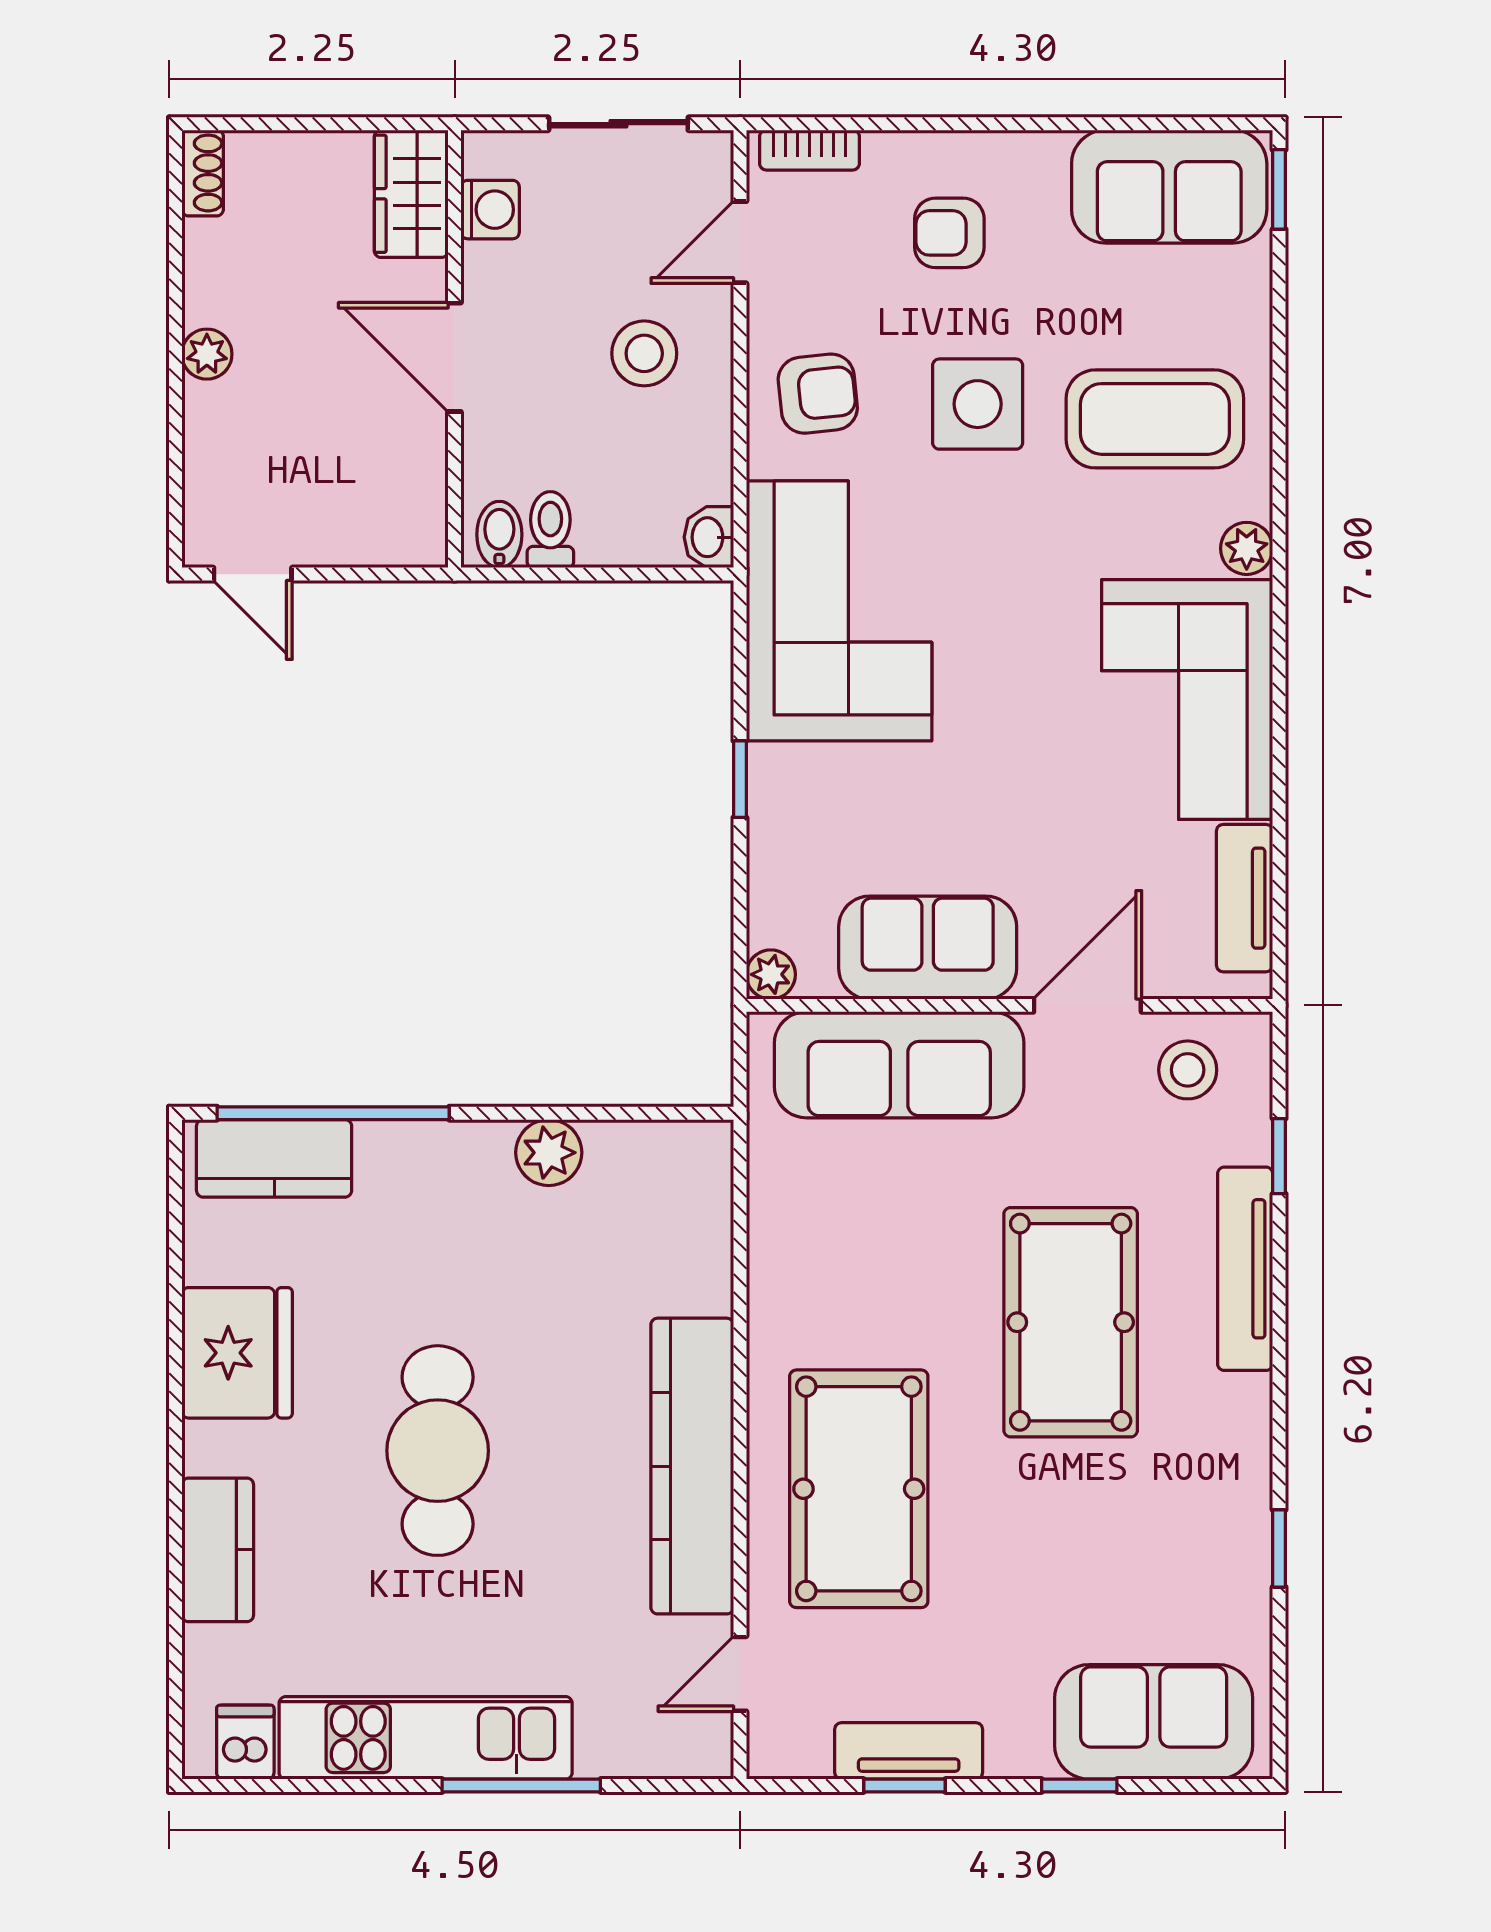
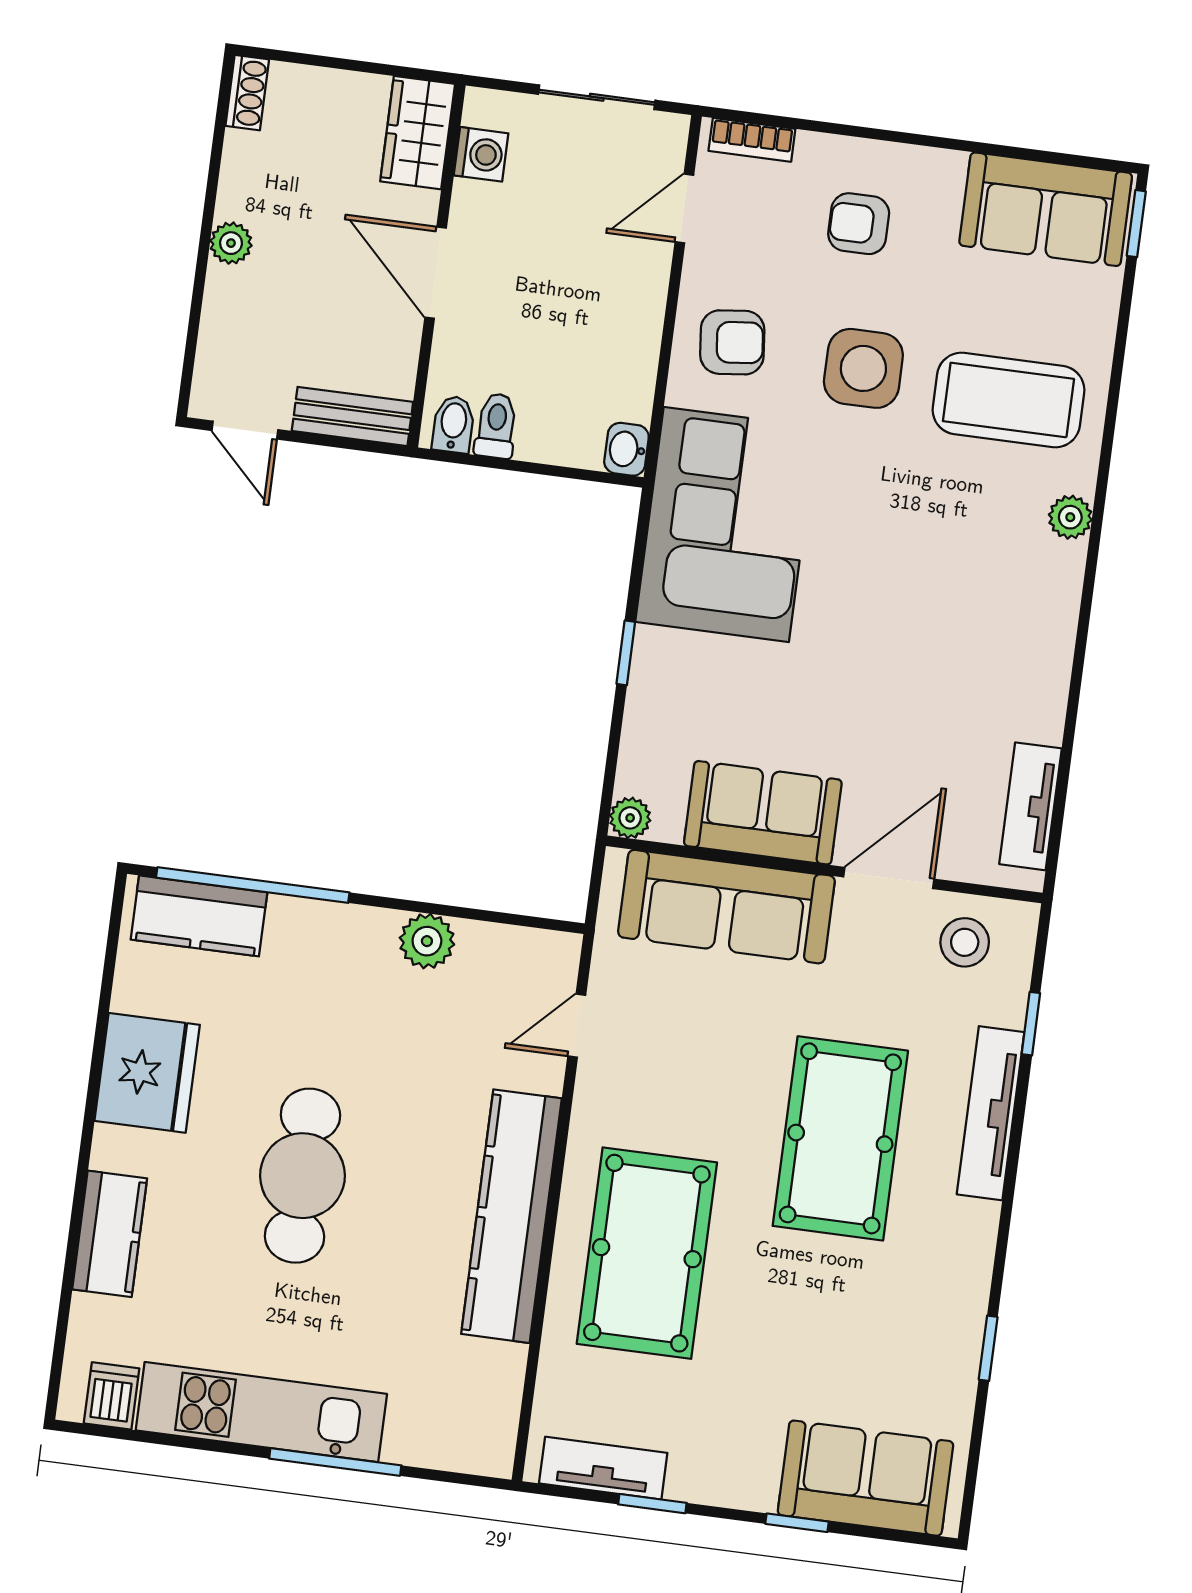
stool: (644, 353) -> (593, 290), removed
bench: (378, 541) -> (352, 416), added
corner sofa: (1187, 699) -> (1005, 636), removed
door: (740, 1674) -> (577, 1026), moved
tv unit: (909, 1751) -> (603, 1468), moved

